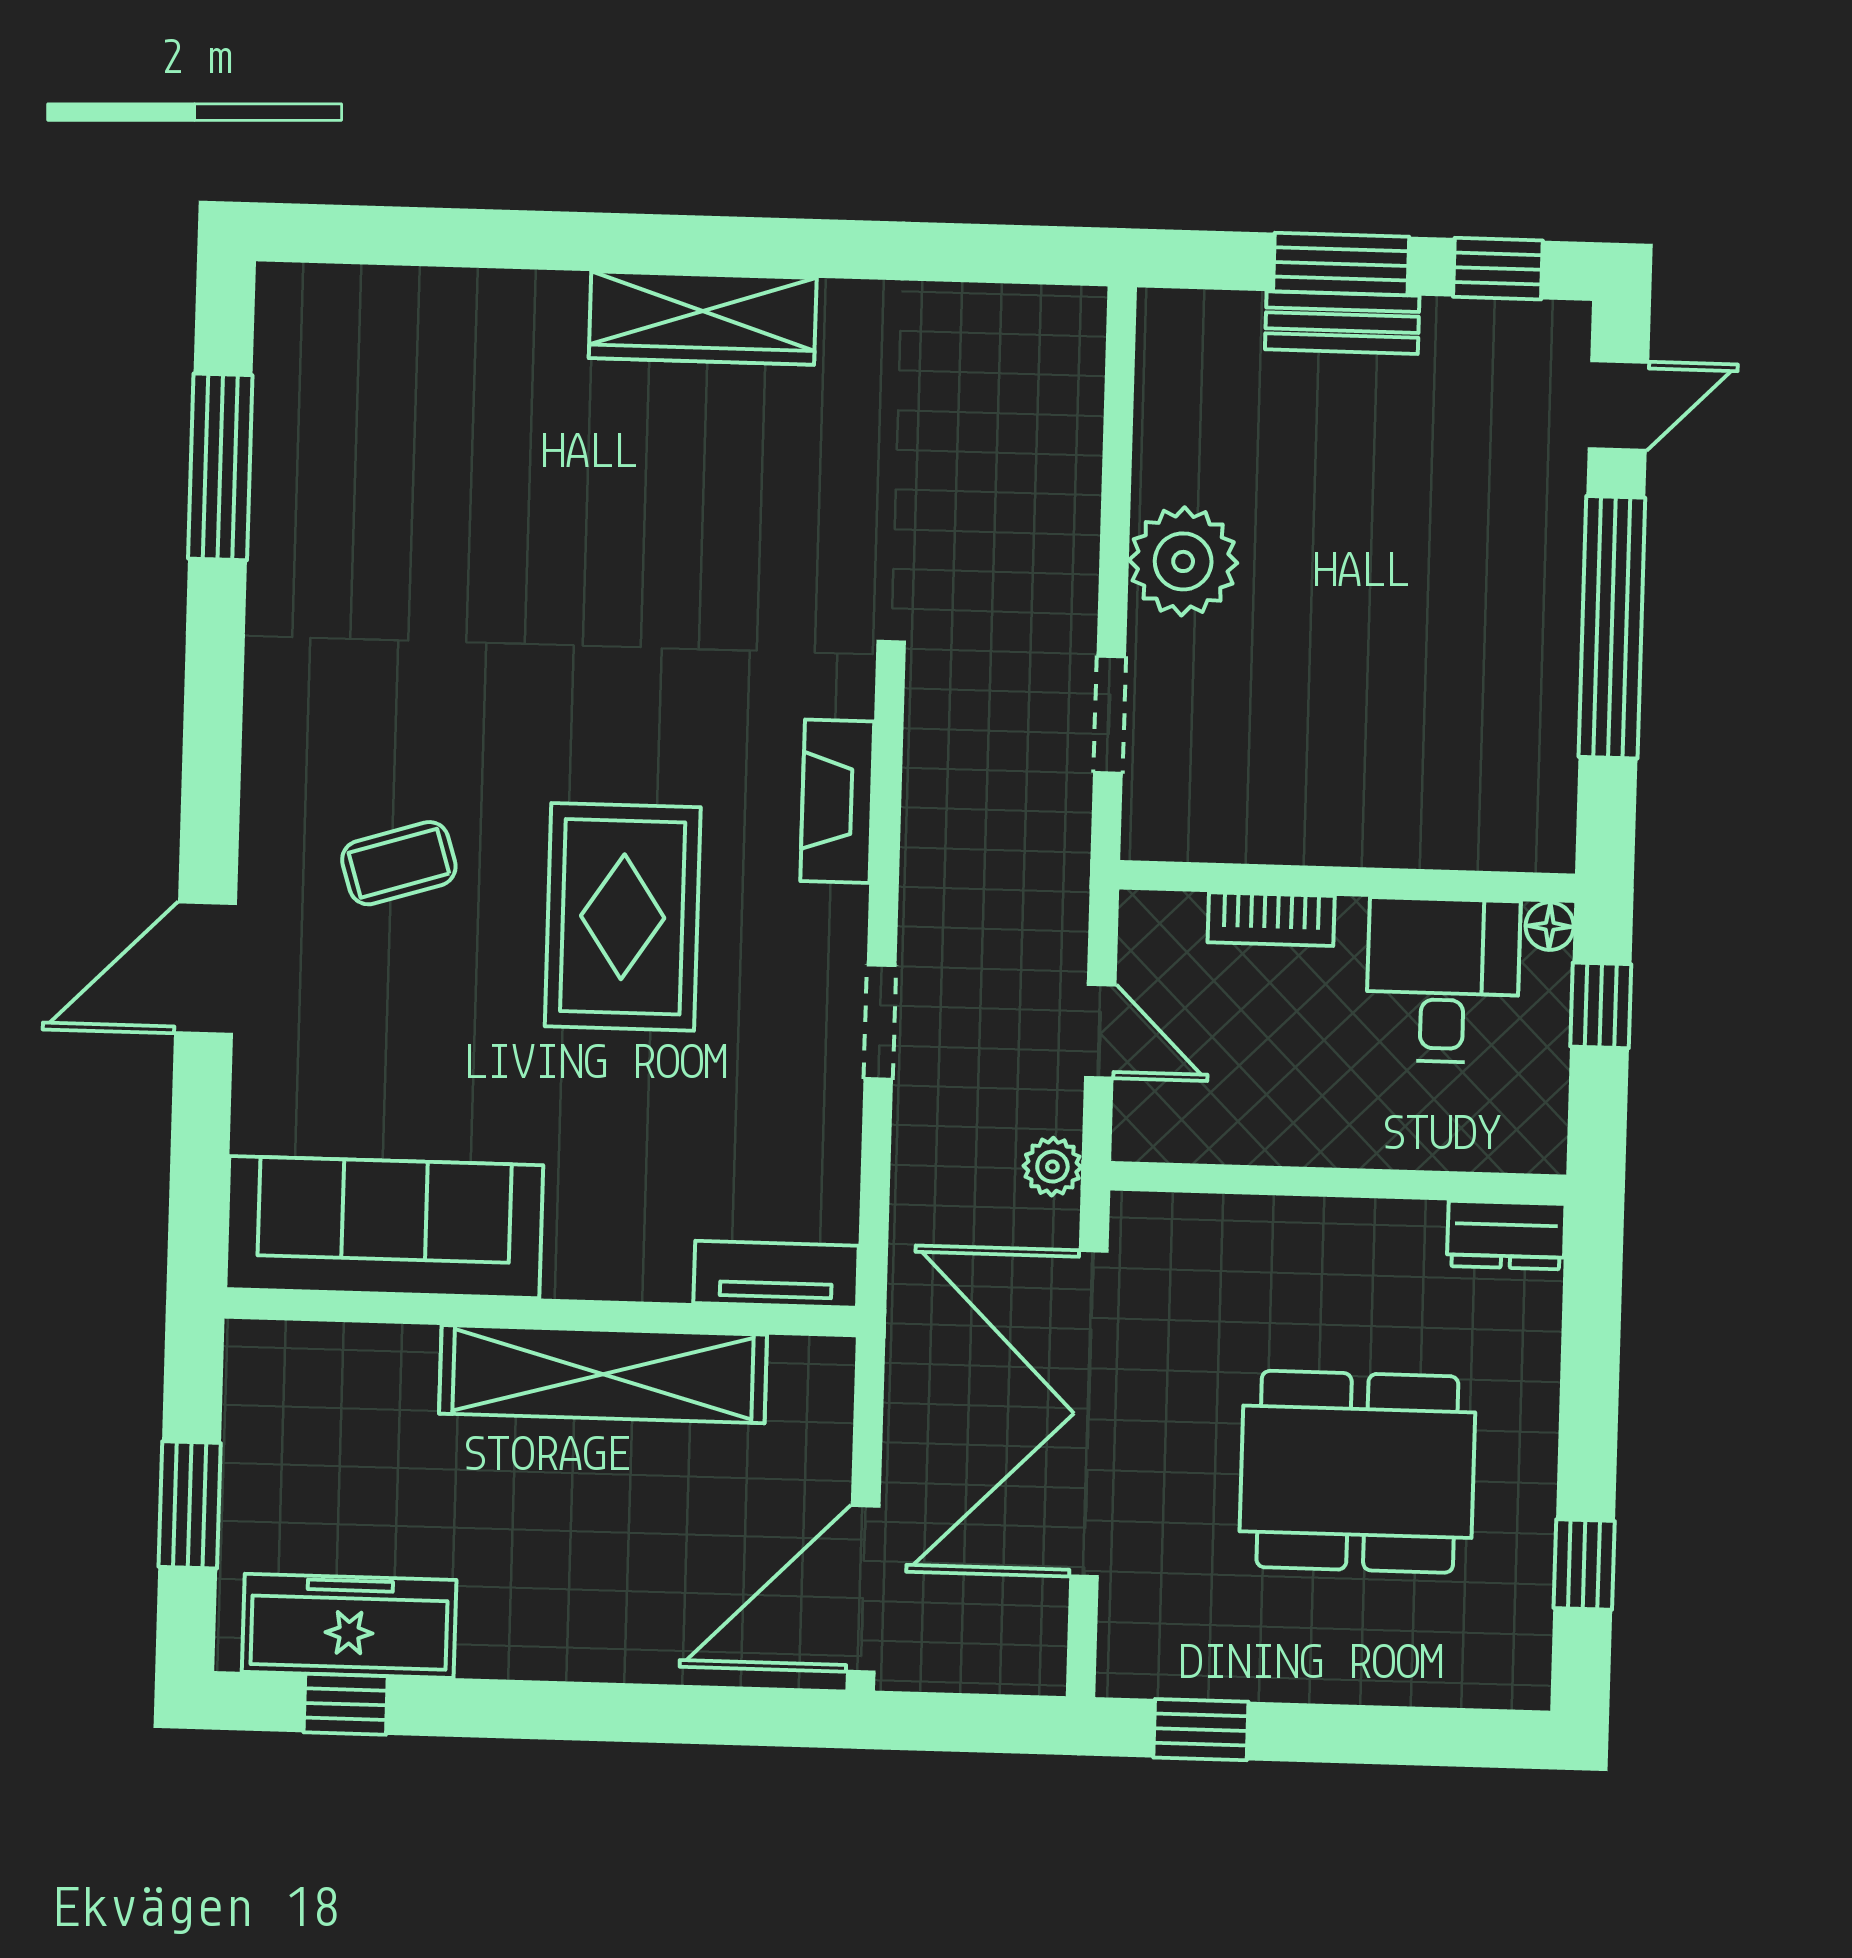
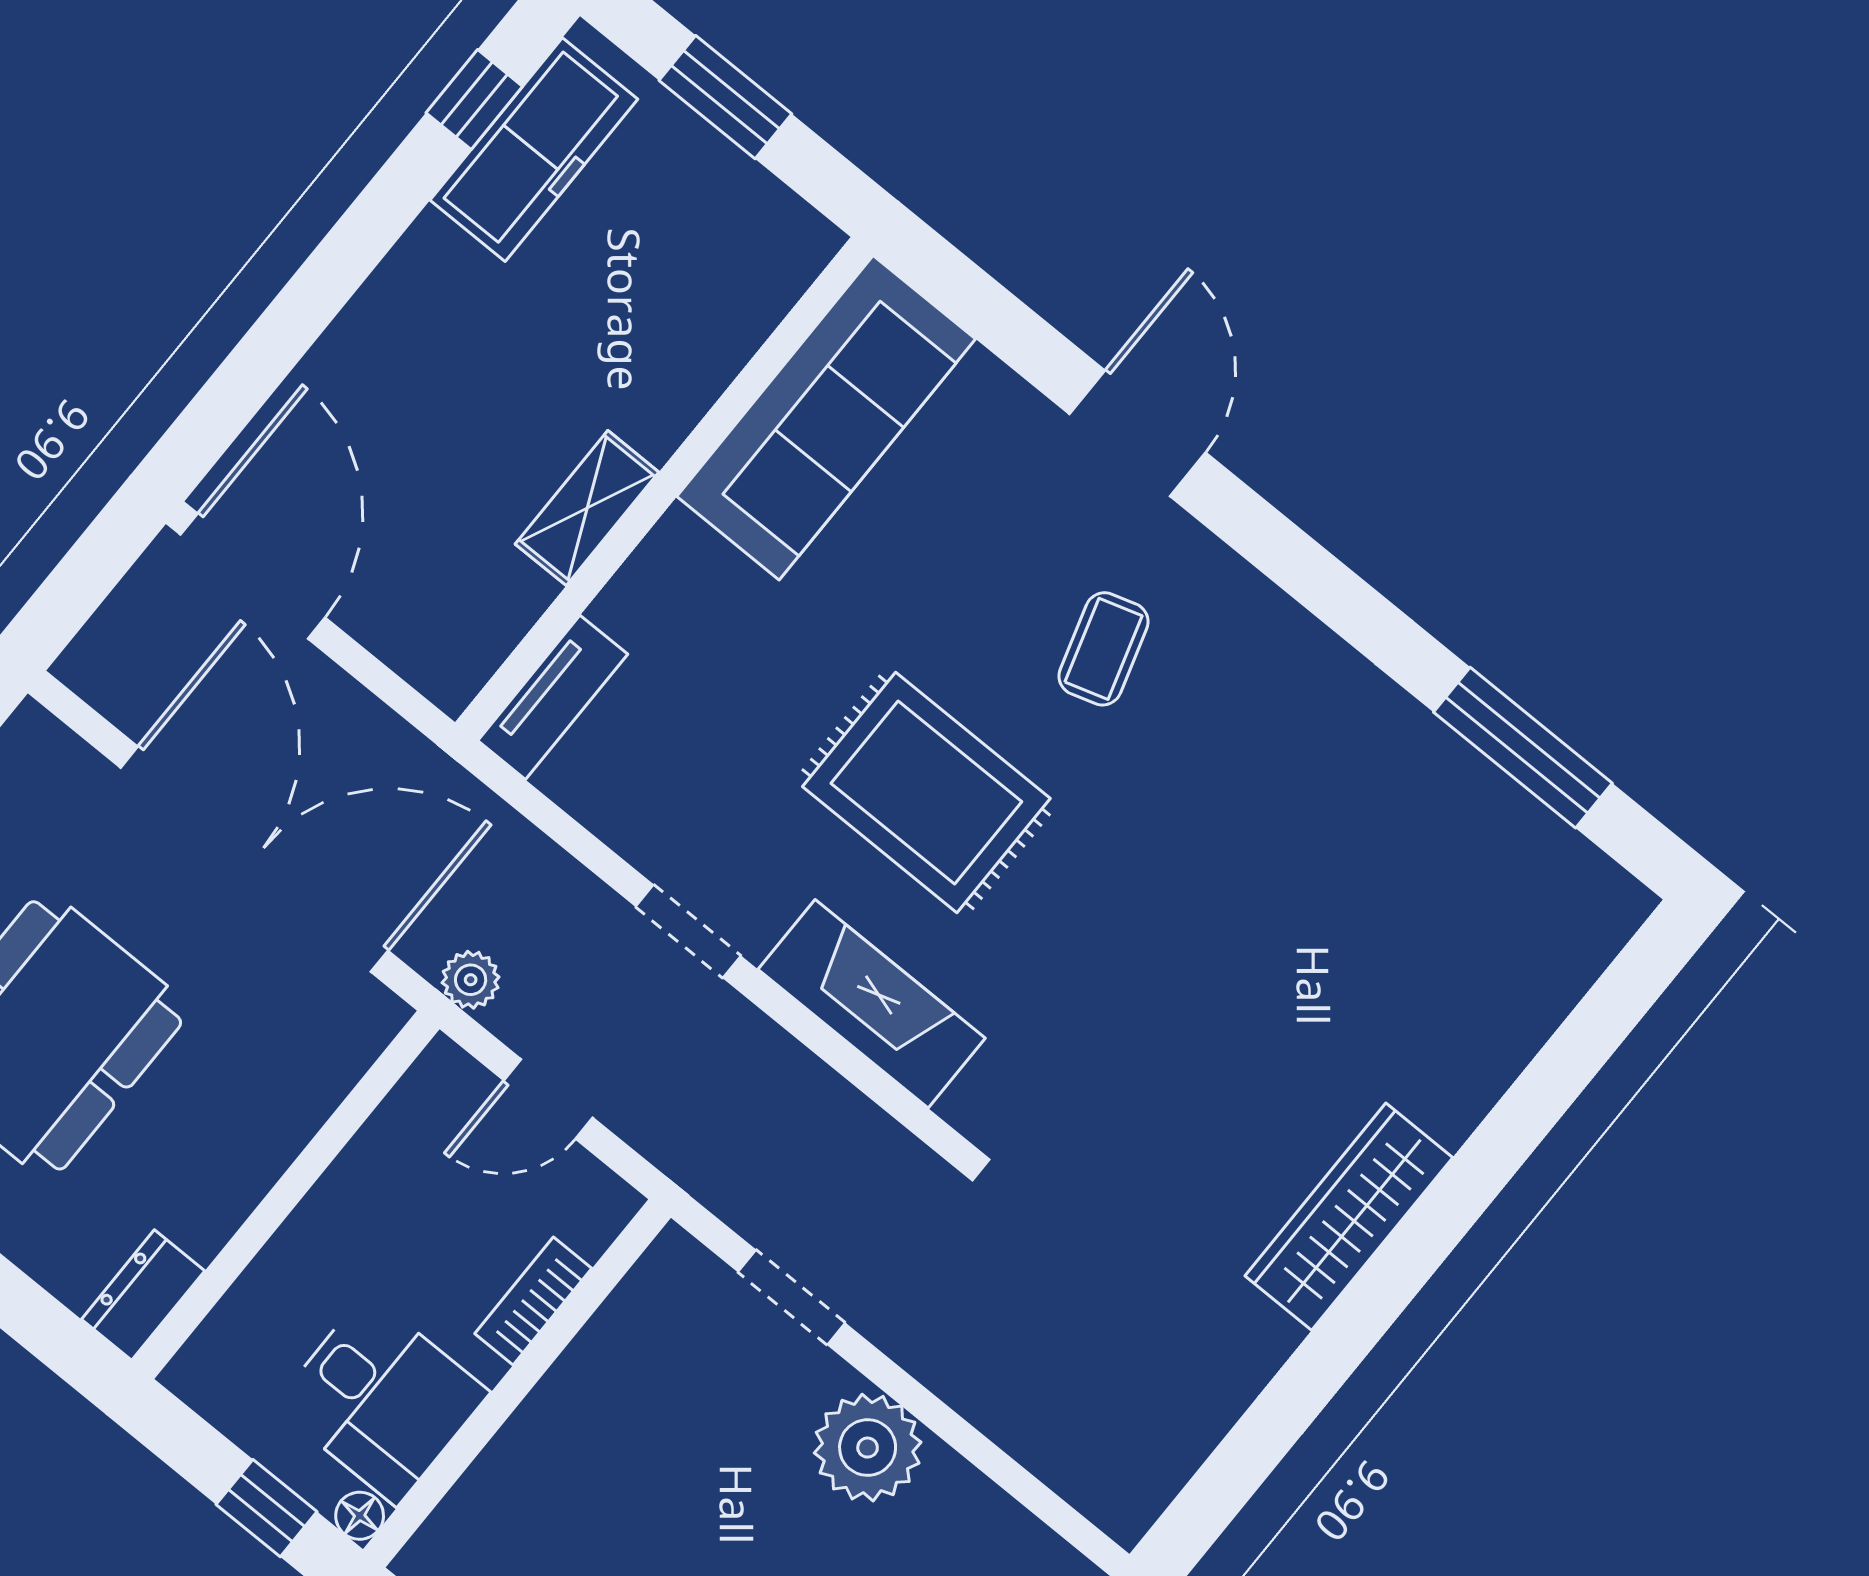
fireplace: (837, 801) -> (872, 1004), width x1.37, depth x1.32
shelving: (603, 1374) -> (587, 508), width x0.45, depth x0.75

